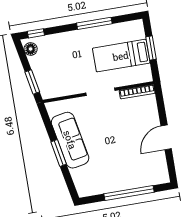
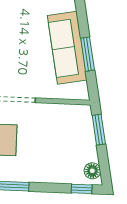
window: (59, 153) -> (88, 54), moved

